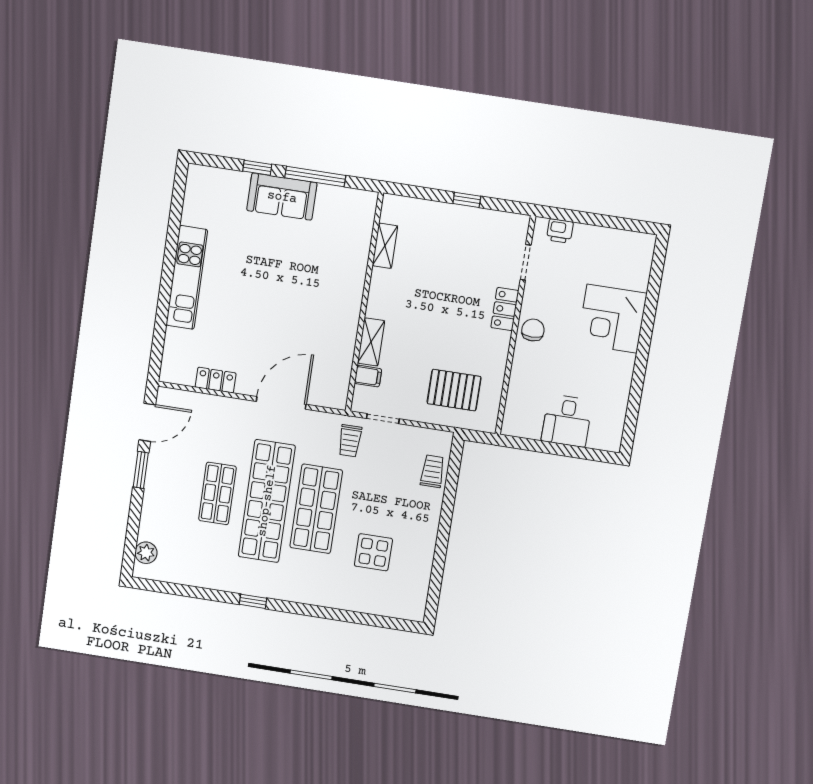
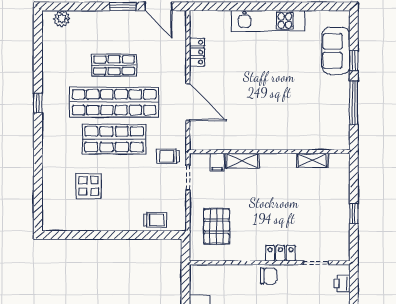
sofa: (282, 197) -> (336, 51), moved

